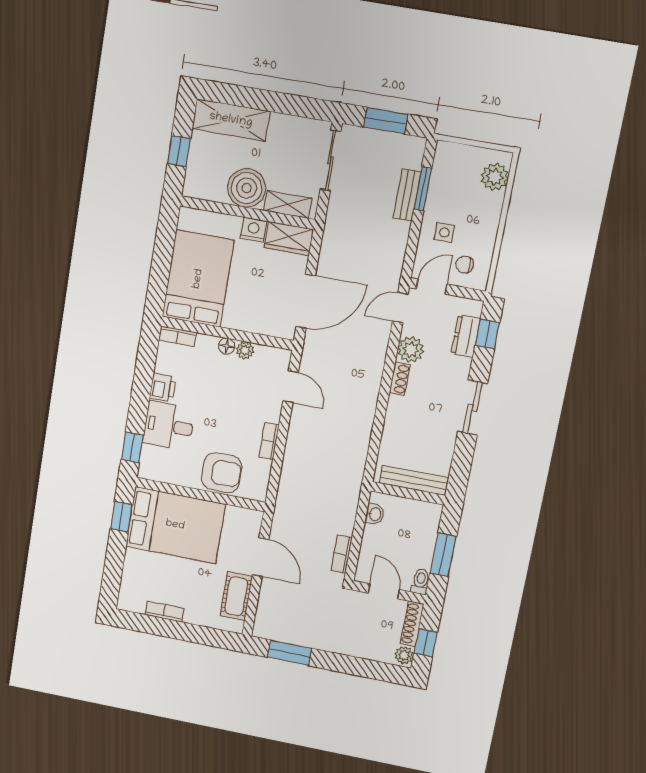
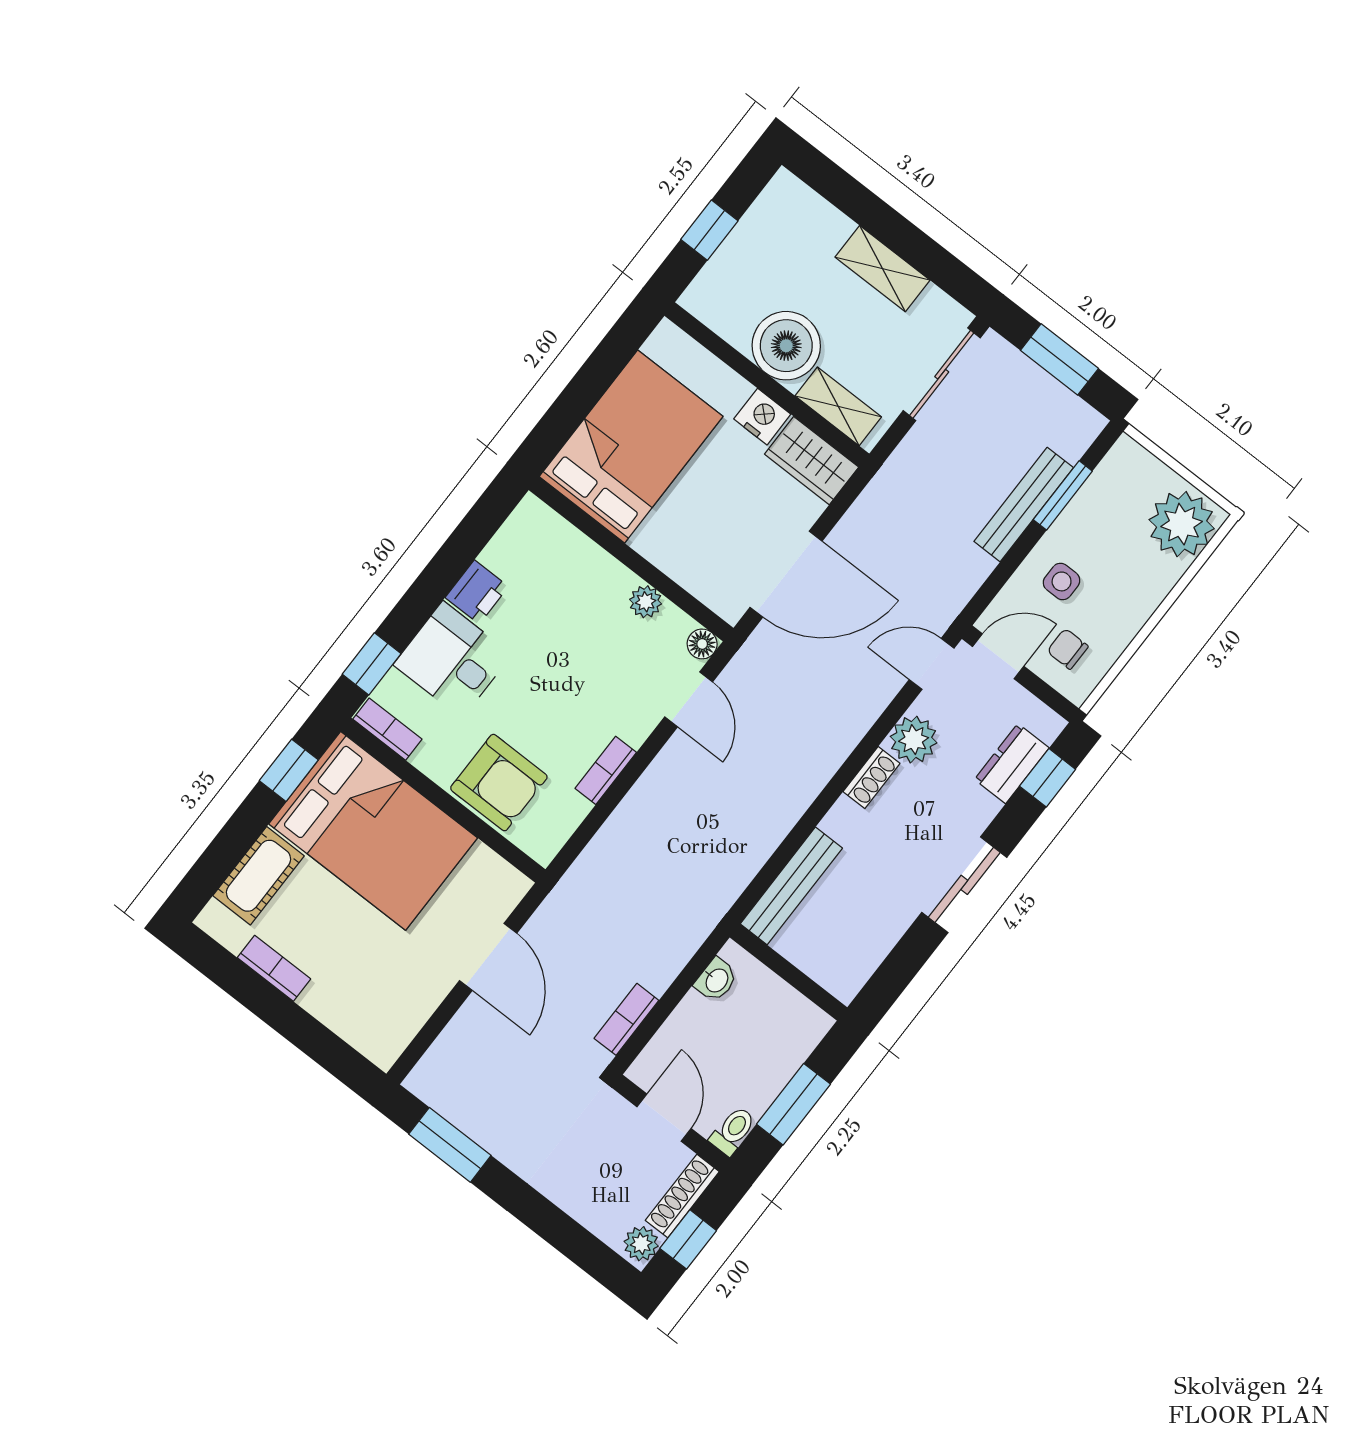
shelving: (231, 120) -> (882, 269), moved, width x0.67, depth x0.75
plant: (495, 177) -> (1182, 524), width x1.36, depth x1.36
bench: (407, 195) -> (1024, 505), width x1.36
bookcase: (177, 336) -> (387, 729), moved, turned 180
floor lamp: (227, 346) -> (702, 644), moved
bench: (414, 480) -> (791, 886), moved, turned 90
cot: (236, 596) -> (259, 876), moved

